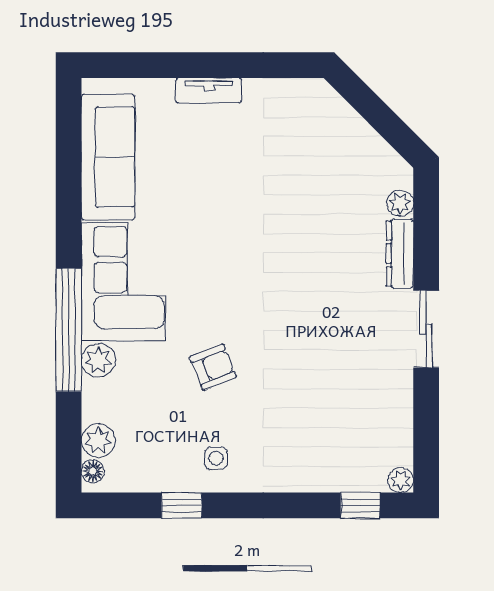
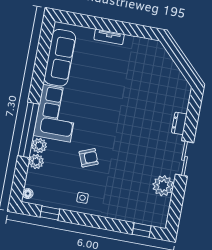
plant: (400, 203) -> (183, 101), removed
dresser: (400, 254) -> (179, 123), width x0.70
plant: (98, 440) -> (36, 161), moved
plant: (401, 480) -> (163, 186), moved, width x1.88, depth x1.88
window: (182, 505) -> (50, 213), moved

